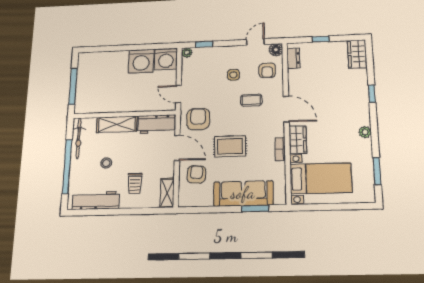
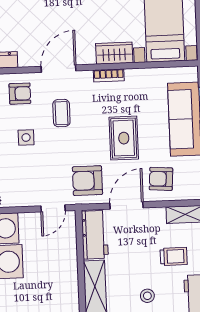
door: (286, 109) -> (59, 69), moved
bookcase: (280, 149) -> (109, 76), moved

